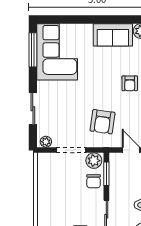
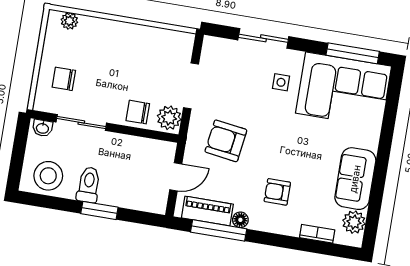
side table: (59, 93) -> (281, 82), added
plant: (46, 142) -> (210, 50), removed
window: (106, 174) -> (146, 133), removed

